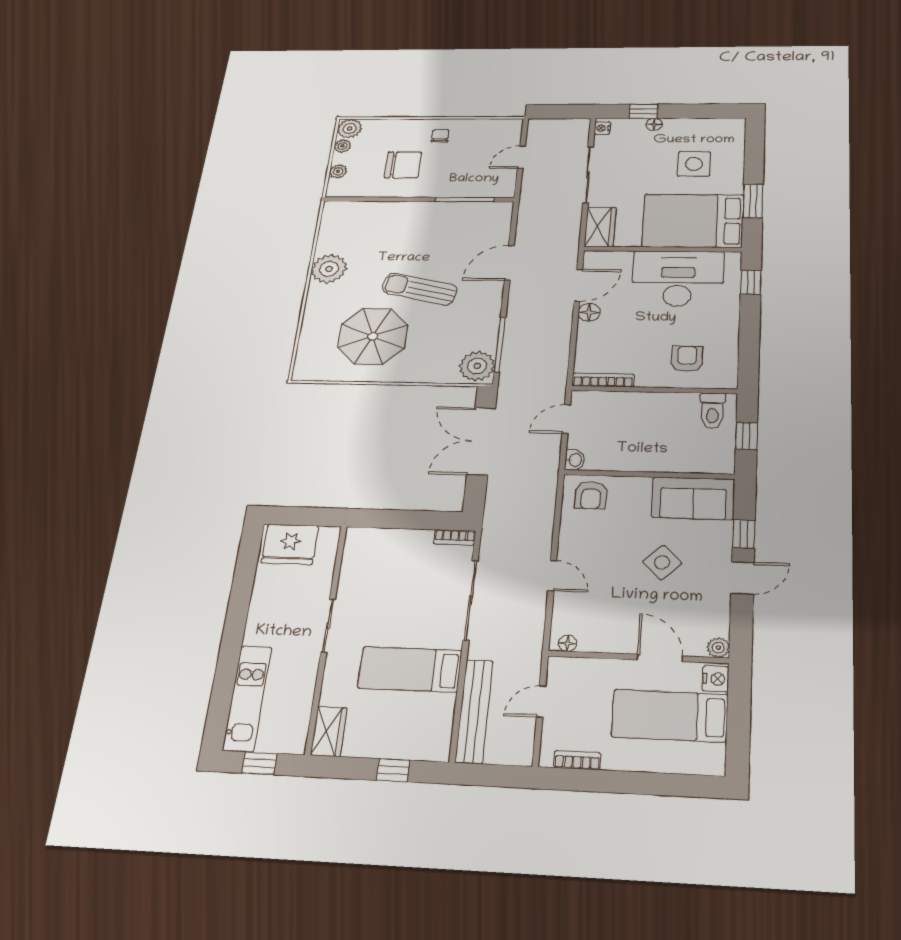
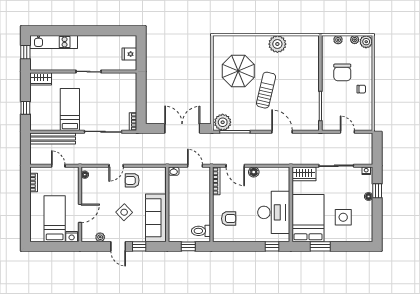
door: (578, 285) -> (235, 166), moved
armchair: (591, 495) -> (132, 180), moved
sofa: (693, 498) -> (156, 218), width x1.36
fridge: (290, 544) -> (129, 54), width x0.53, depth x0.75
plant: (718, 648) -> (100, 237), moved

